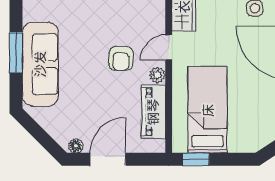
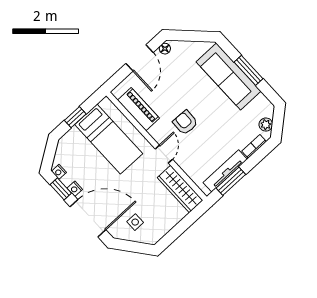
plant: (157, 75) -> (156, 132), removed
window: (196, 159) -> (75, 117), moved

